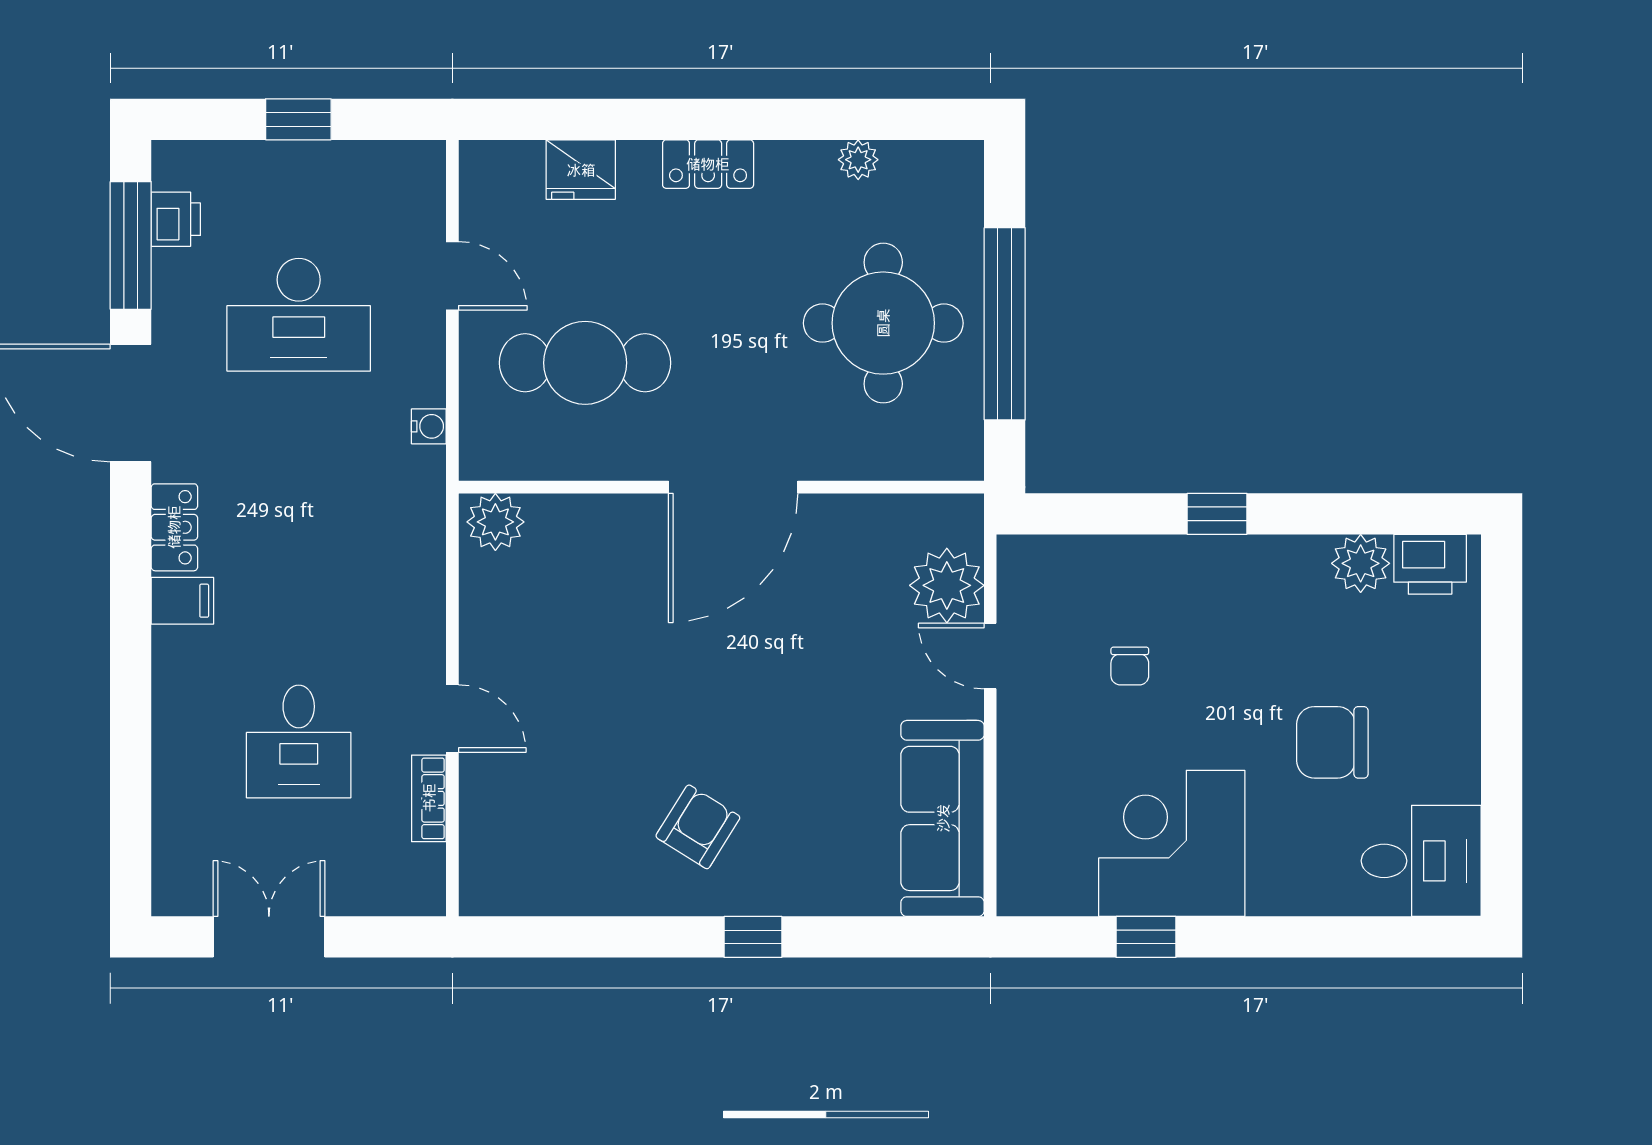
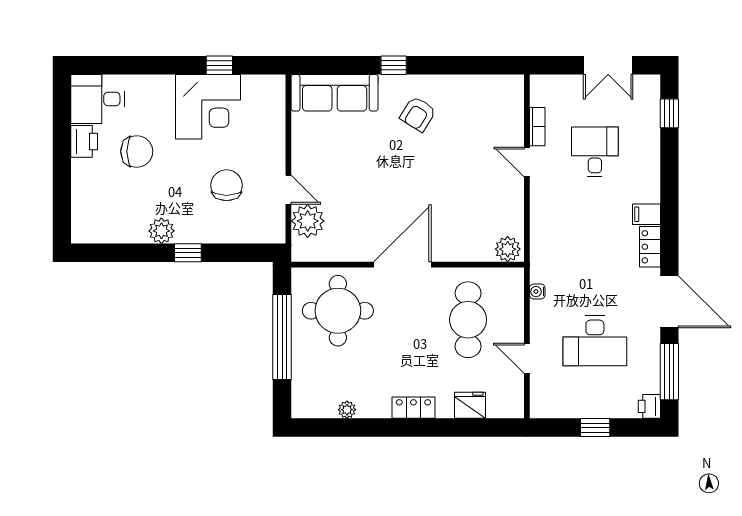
printer: (176, 219) -> (649, 406), moved
desk: (299, 315) -> (595, 341), turned 180
round table: (883, 323) -> (338, 311), moved
cafe table: (585, 363) -> (468, 320), turned 90
plant: (1361, 563) -> (161, 231), moved
printer: (1430, 564) -> (84, 141), moved, turned 90
chair: (1130, 666) -> (227, 185), width x1.87, depth x1.87
sofa: (943, 818) -> (335, 93), moved, turned 90
window: (131, 828) -> (669, 113), added

